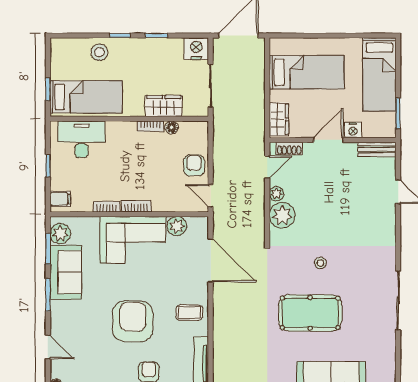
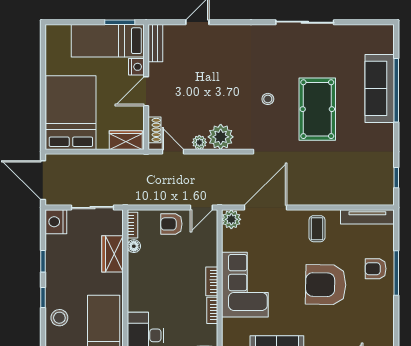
bed: (307, 72) -> (71, 113), width x1.50
bed: (379, 74) -> (108, 41), moved, turned 180
bookcase: (150, 126) -> (132, 225), moved
door: (328, 140) -> (146, 91), hinge flipped
plant: (177, 226) -> (231, 219), moved

